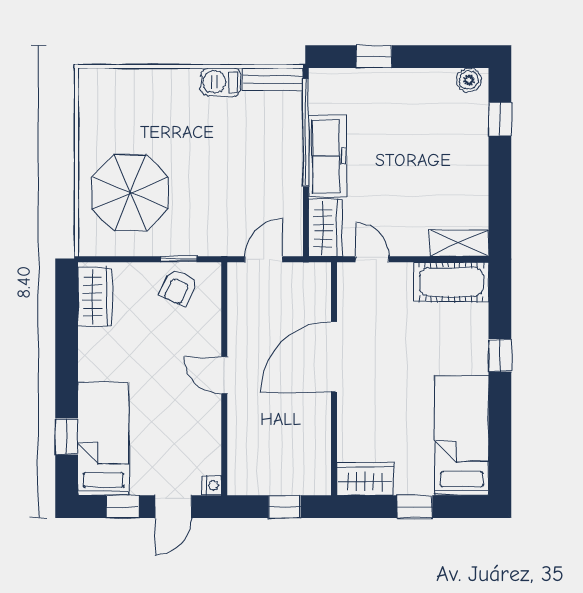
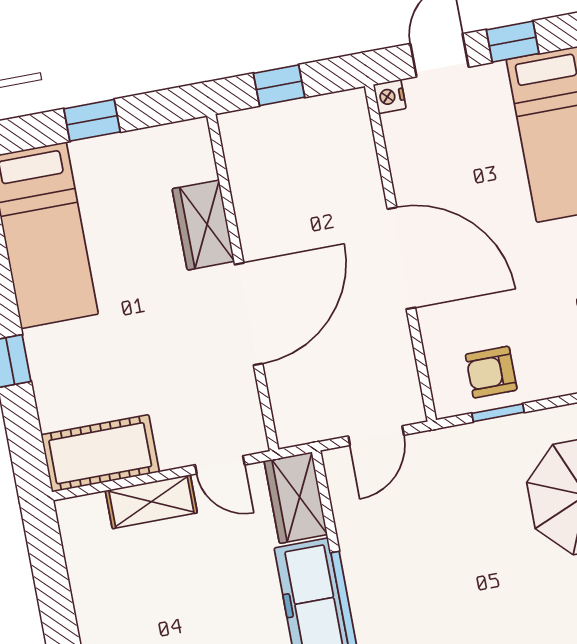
shelving: (459, 243) -> (151, 502), moved
armchair: (178, 287) -> (491, 372), turned -116
door: (224, 375) -> (401, 258), width x1.88
wardrobe: (365, 479) -> (203, 225), moved, turned 90

